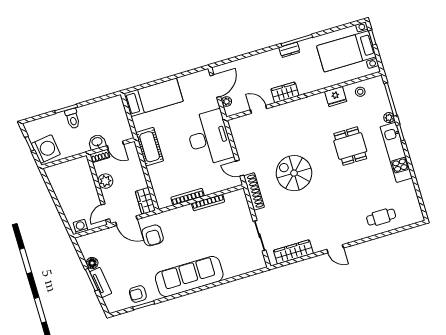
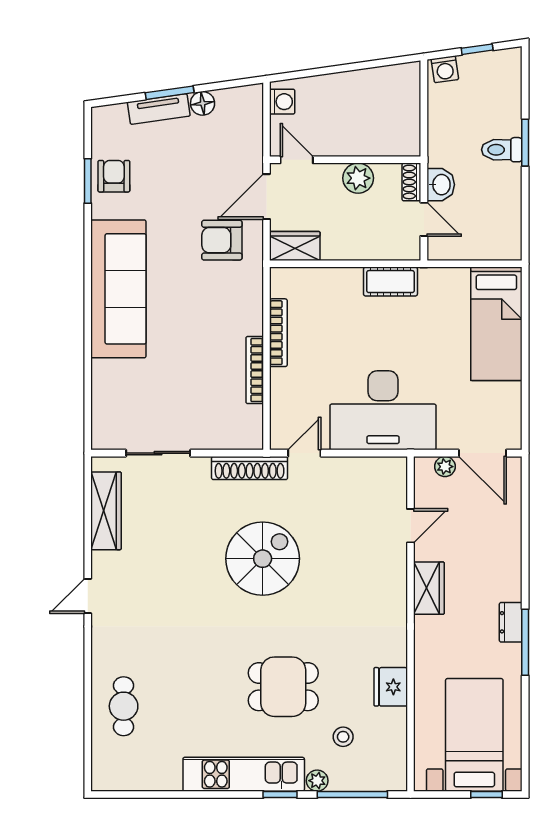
stool: (360, 92) -> (343, 737), moved
door: (115, 145) -> (424, 219), swing flipped
cot: (150, 147) -> (390, 282), width x0.73, depth x0.75
washing machine: (46, 149) -> (445, 69), width x0.53, depth x0.53

